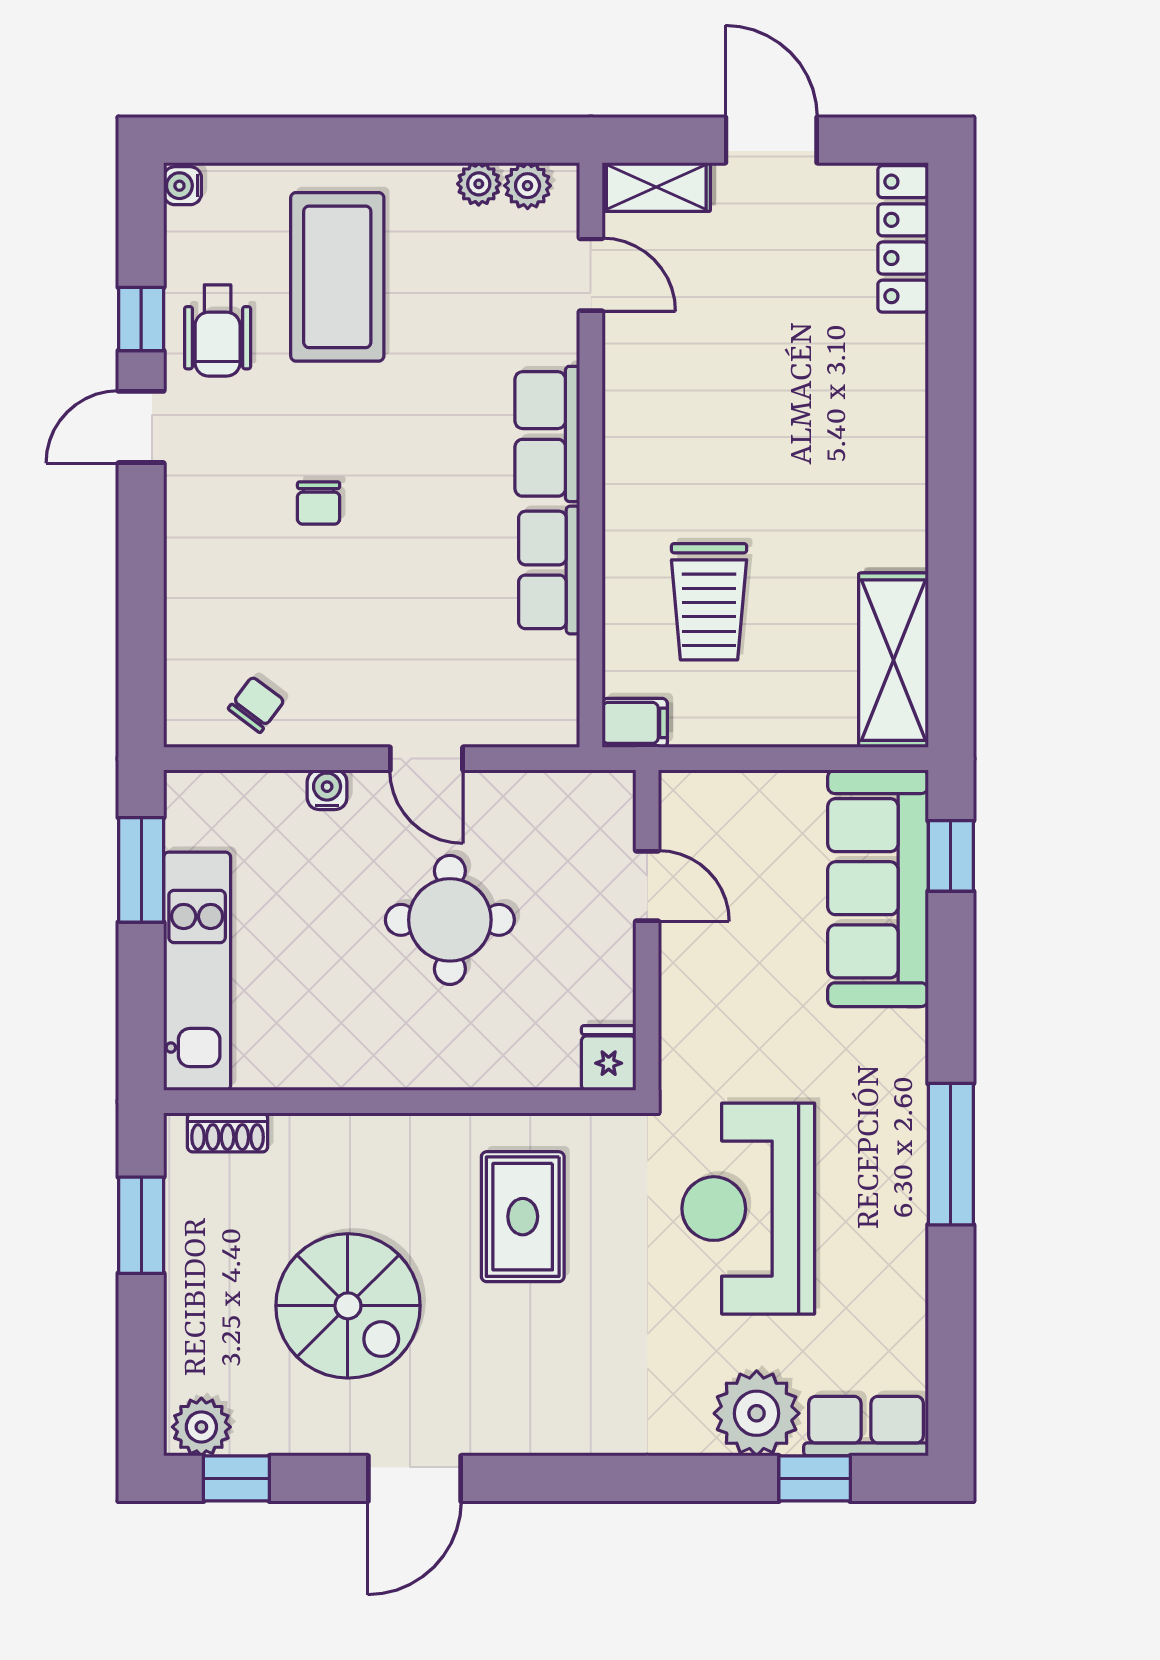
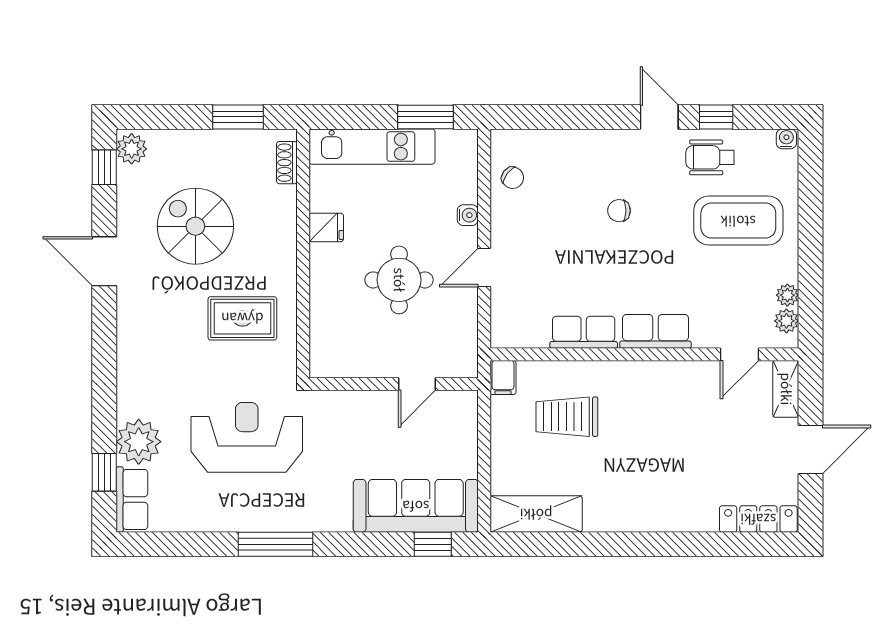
fridge: (609, 1058) -> (326, 227), moved
spiral stairs: (348, 1306) -> (195, 226), turned 90

